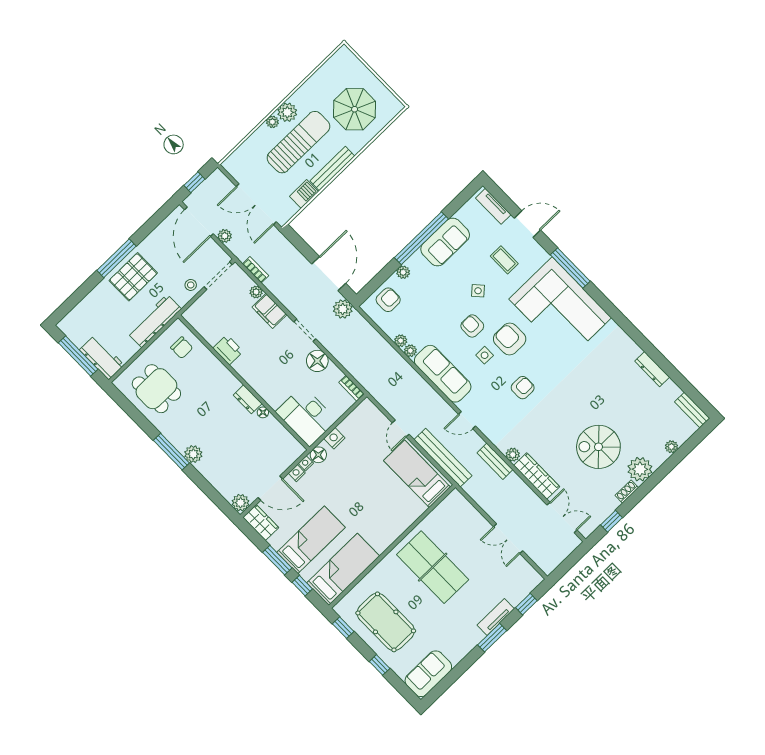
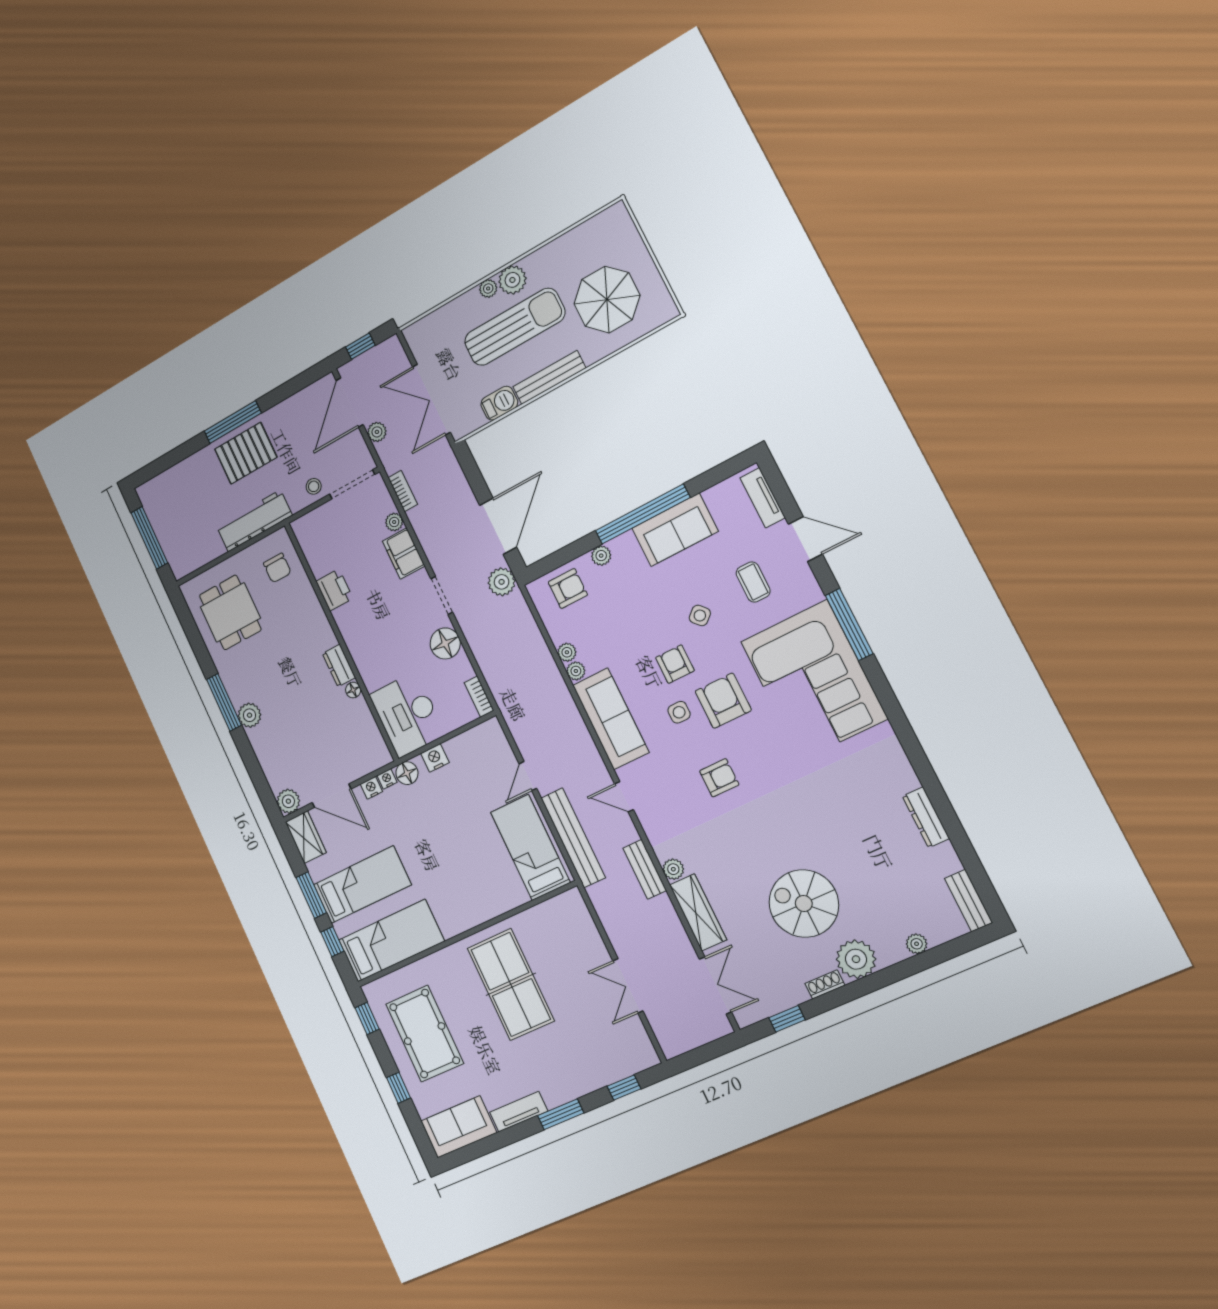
workbench: (102, 357) -> (177, 549), removed
tv unit: (496, 617) -> (519, 1112), moved

